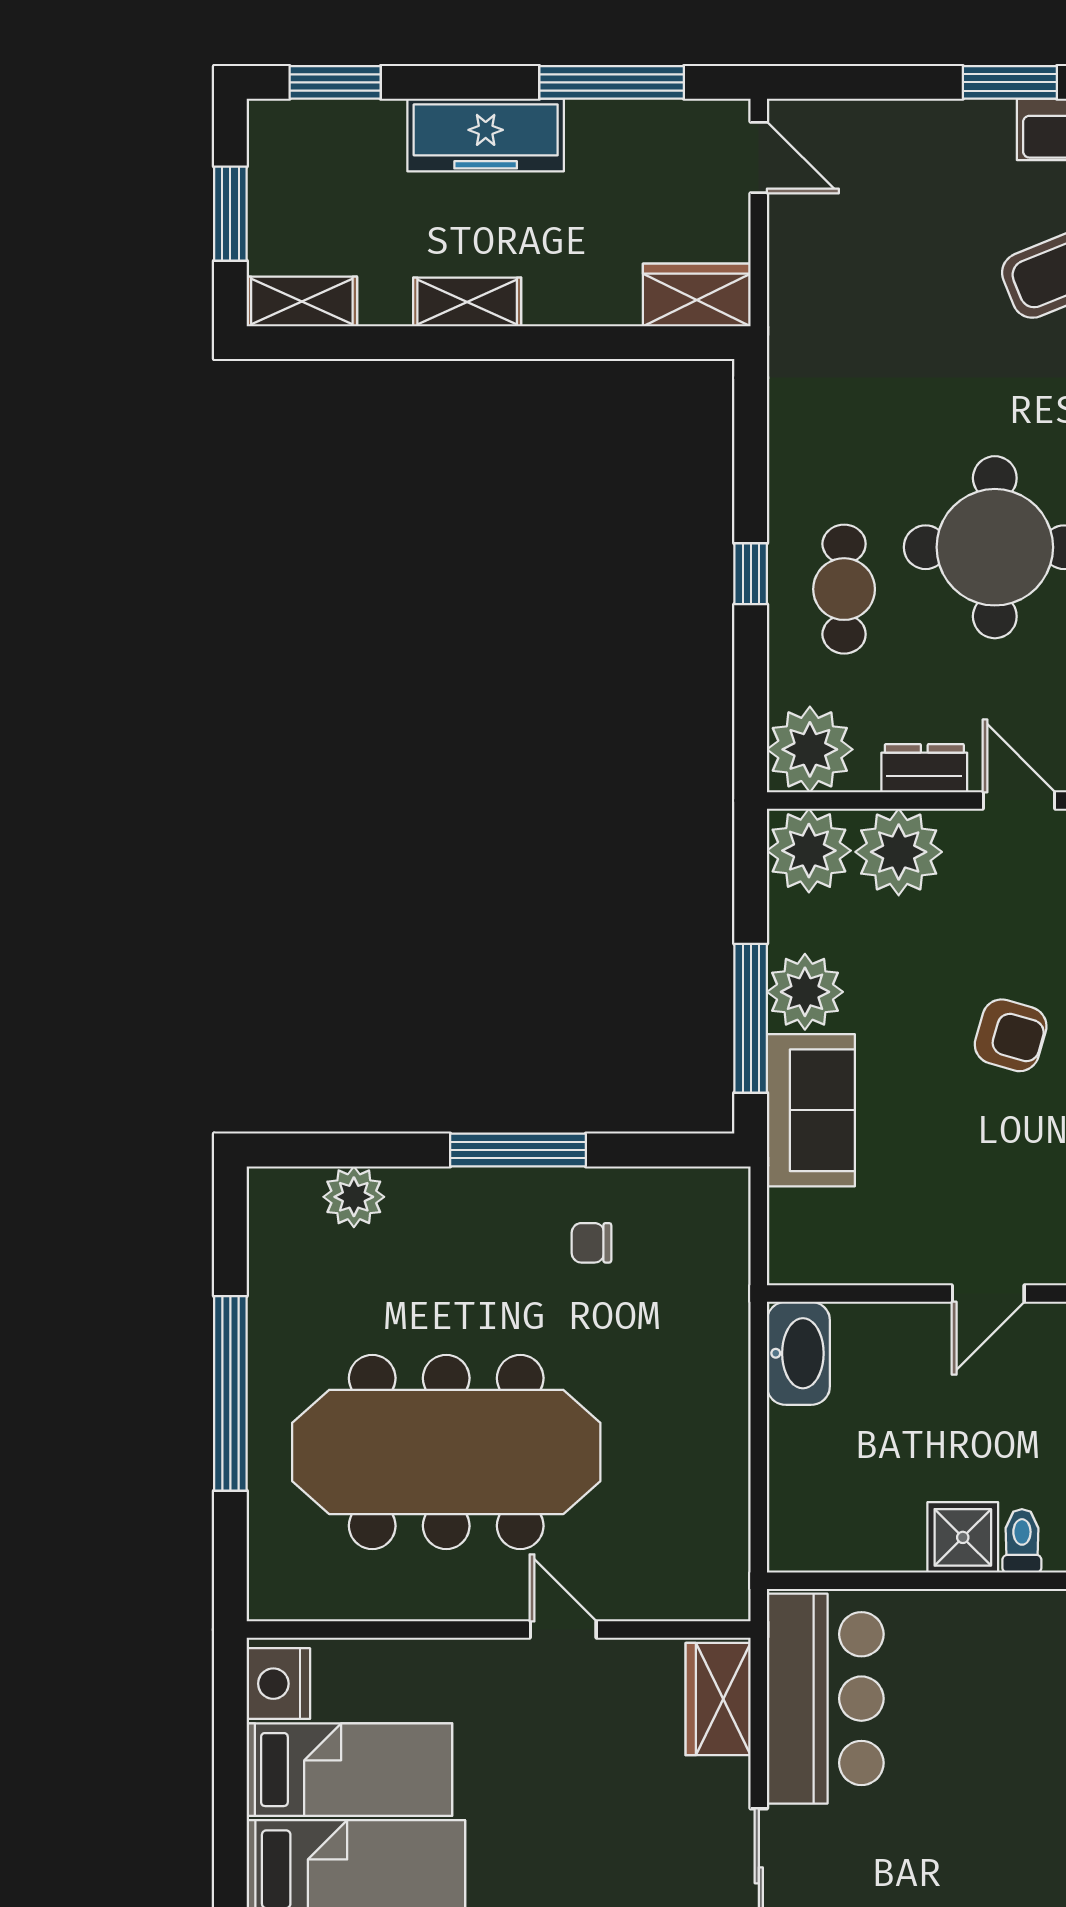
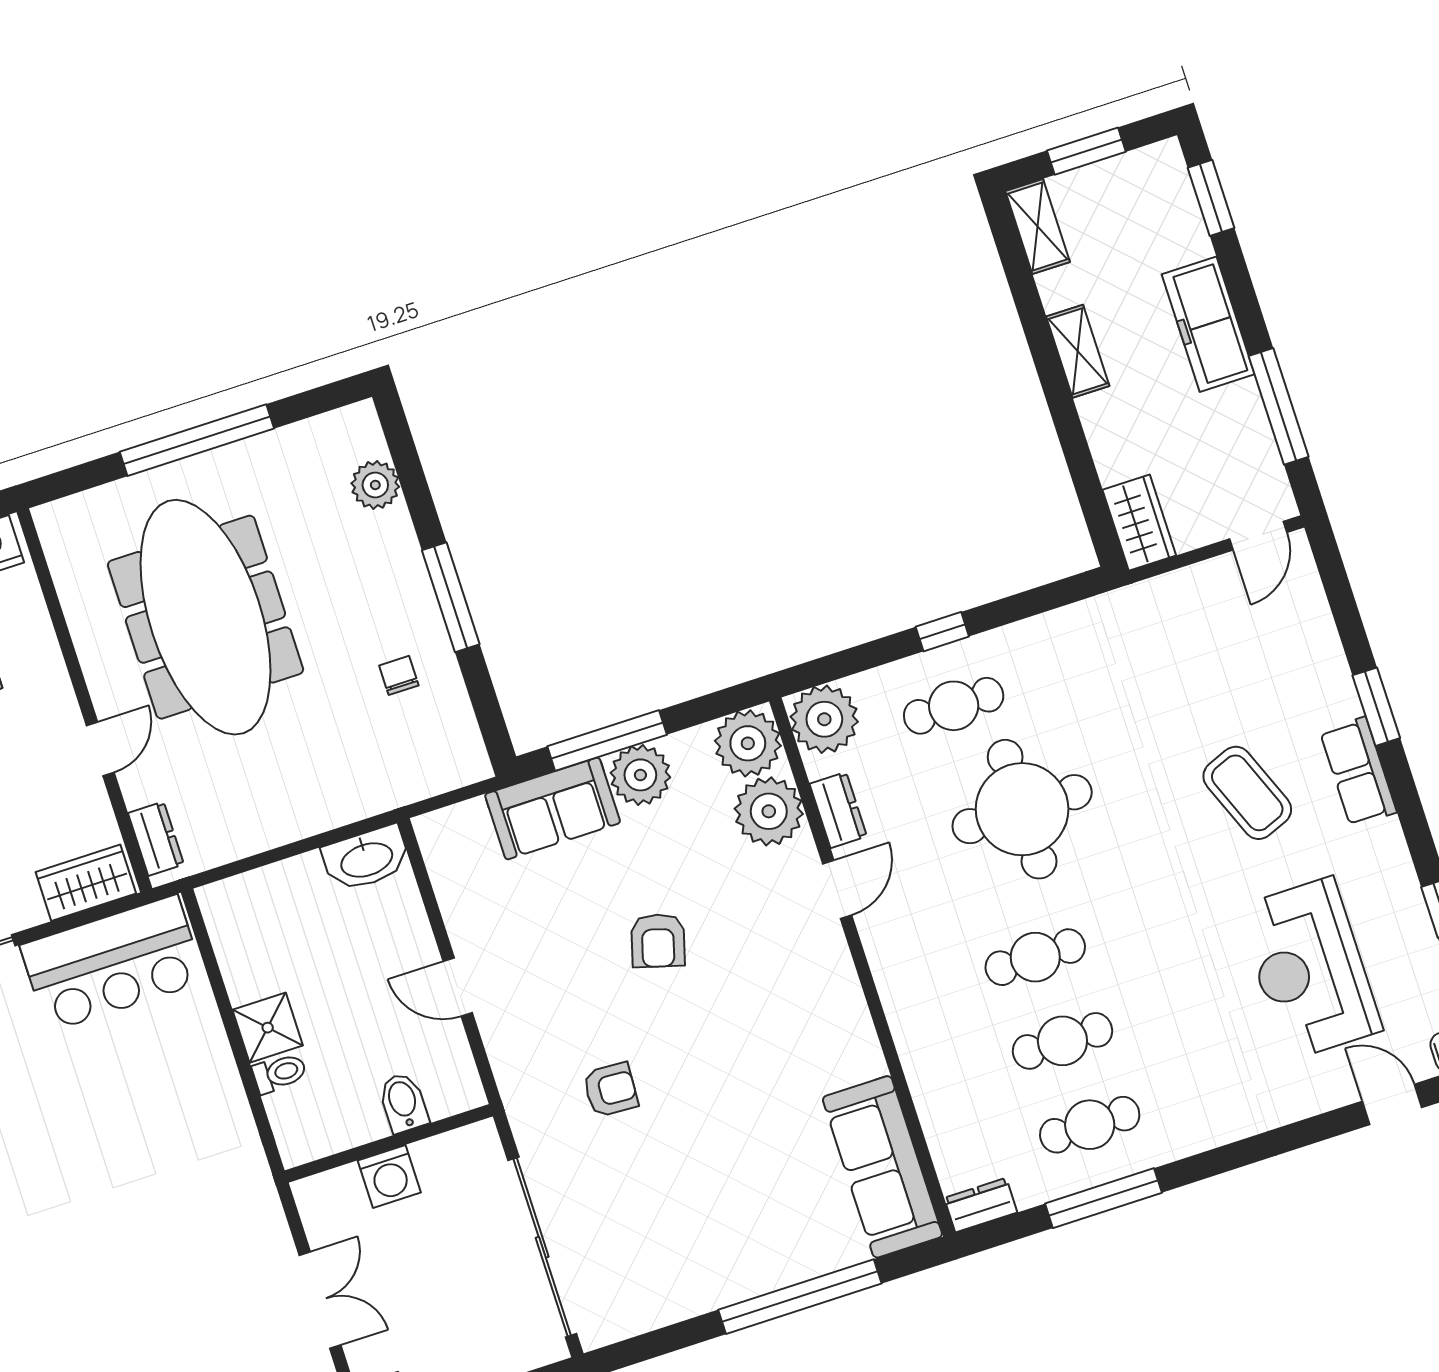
dresser: (693, 1598) -> (156, 839), added

